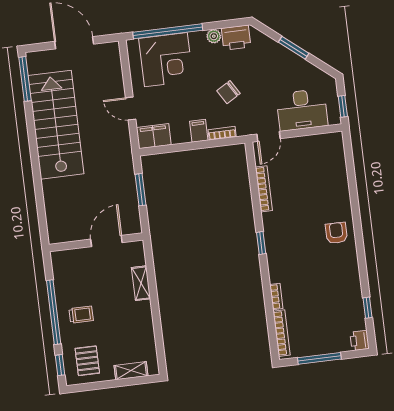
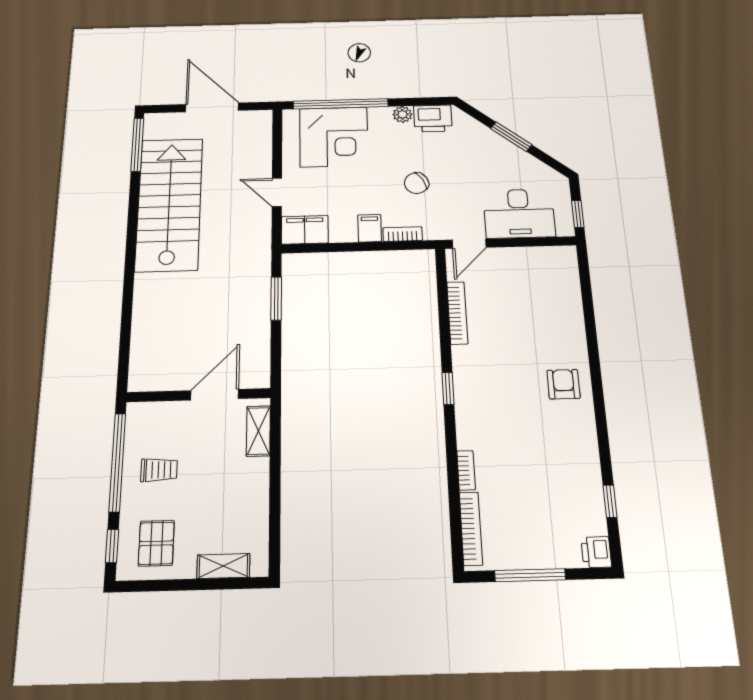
door: (106, 241) -> (215, 395), moved
wall: (96, 242) -> (198, 395), moved

